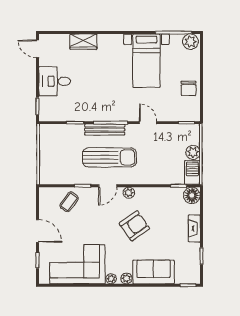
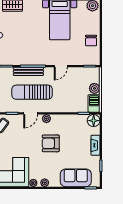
door: (148, 123) -> (61, 66), swing flipped
sun lounger: (110, 157) -> (32, 92), turned 180
armchair: (134, 226) -> (51, 143), turned -145
sofa: (154, 272) -> (76, 178), moved

